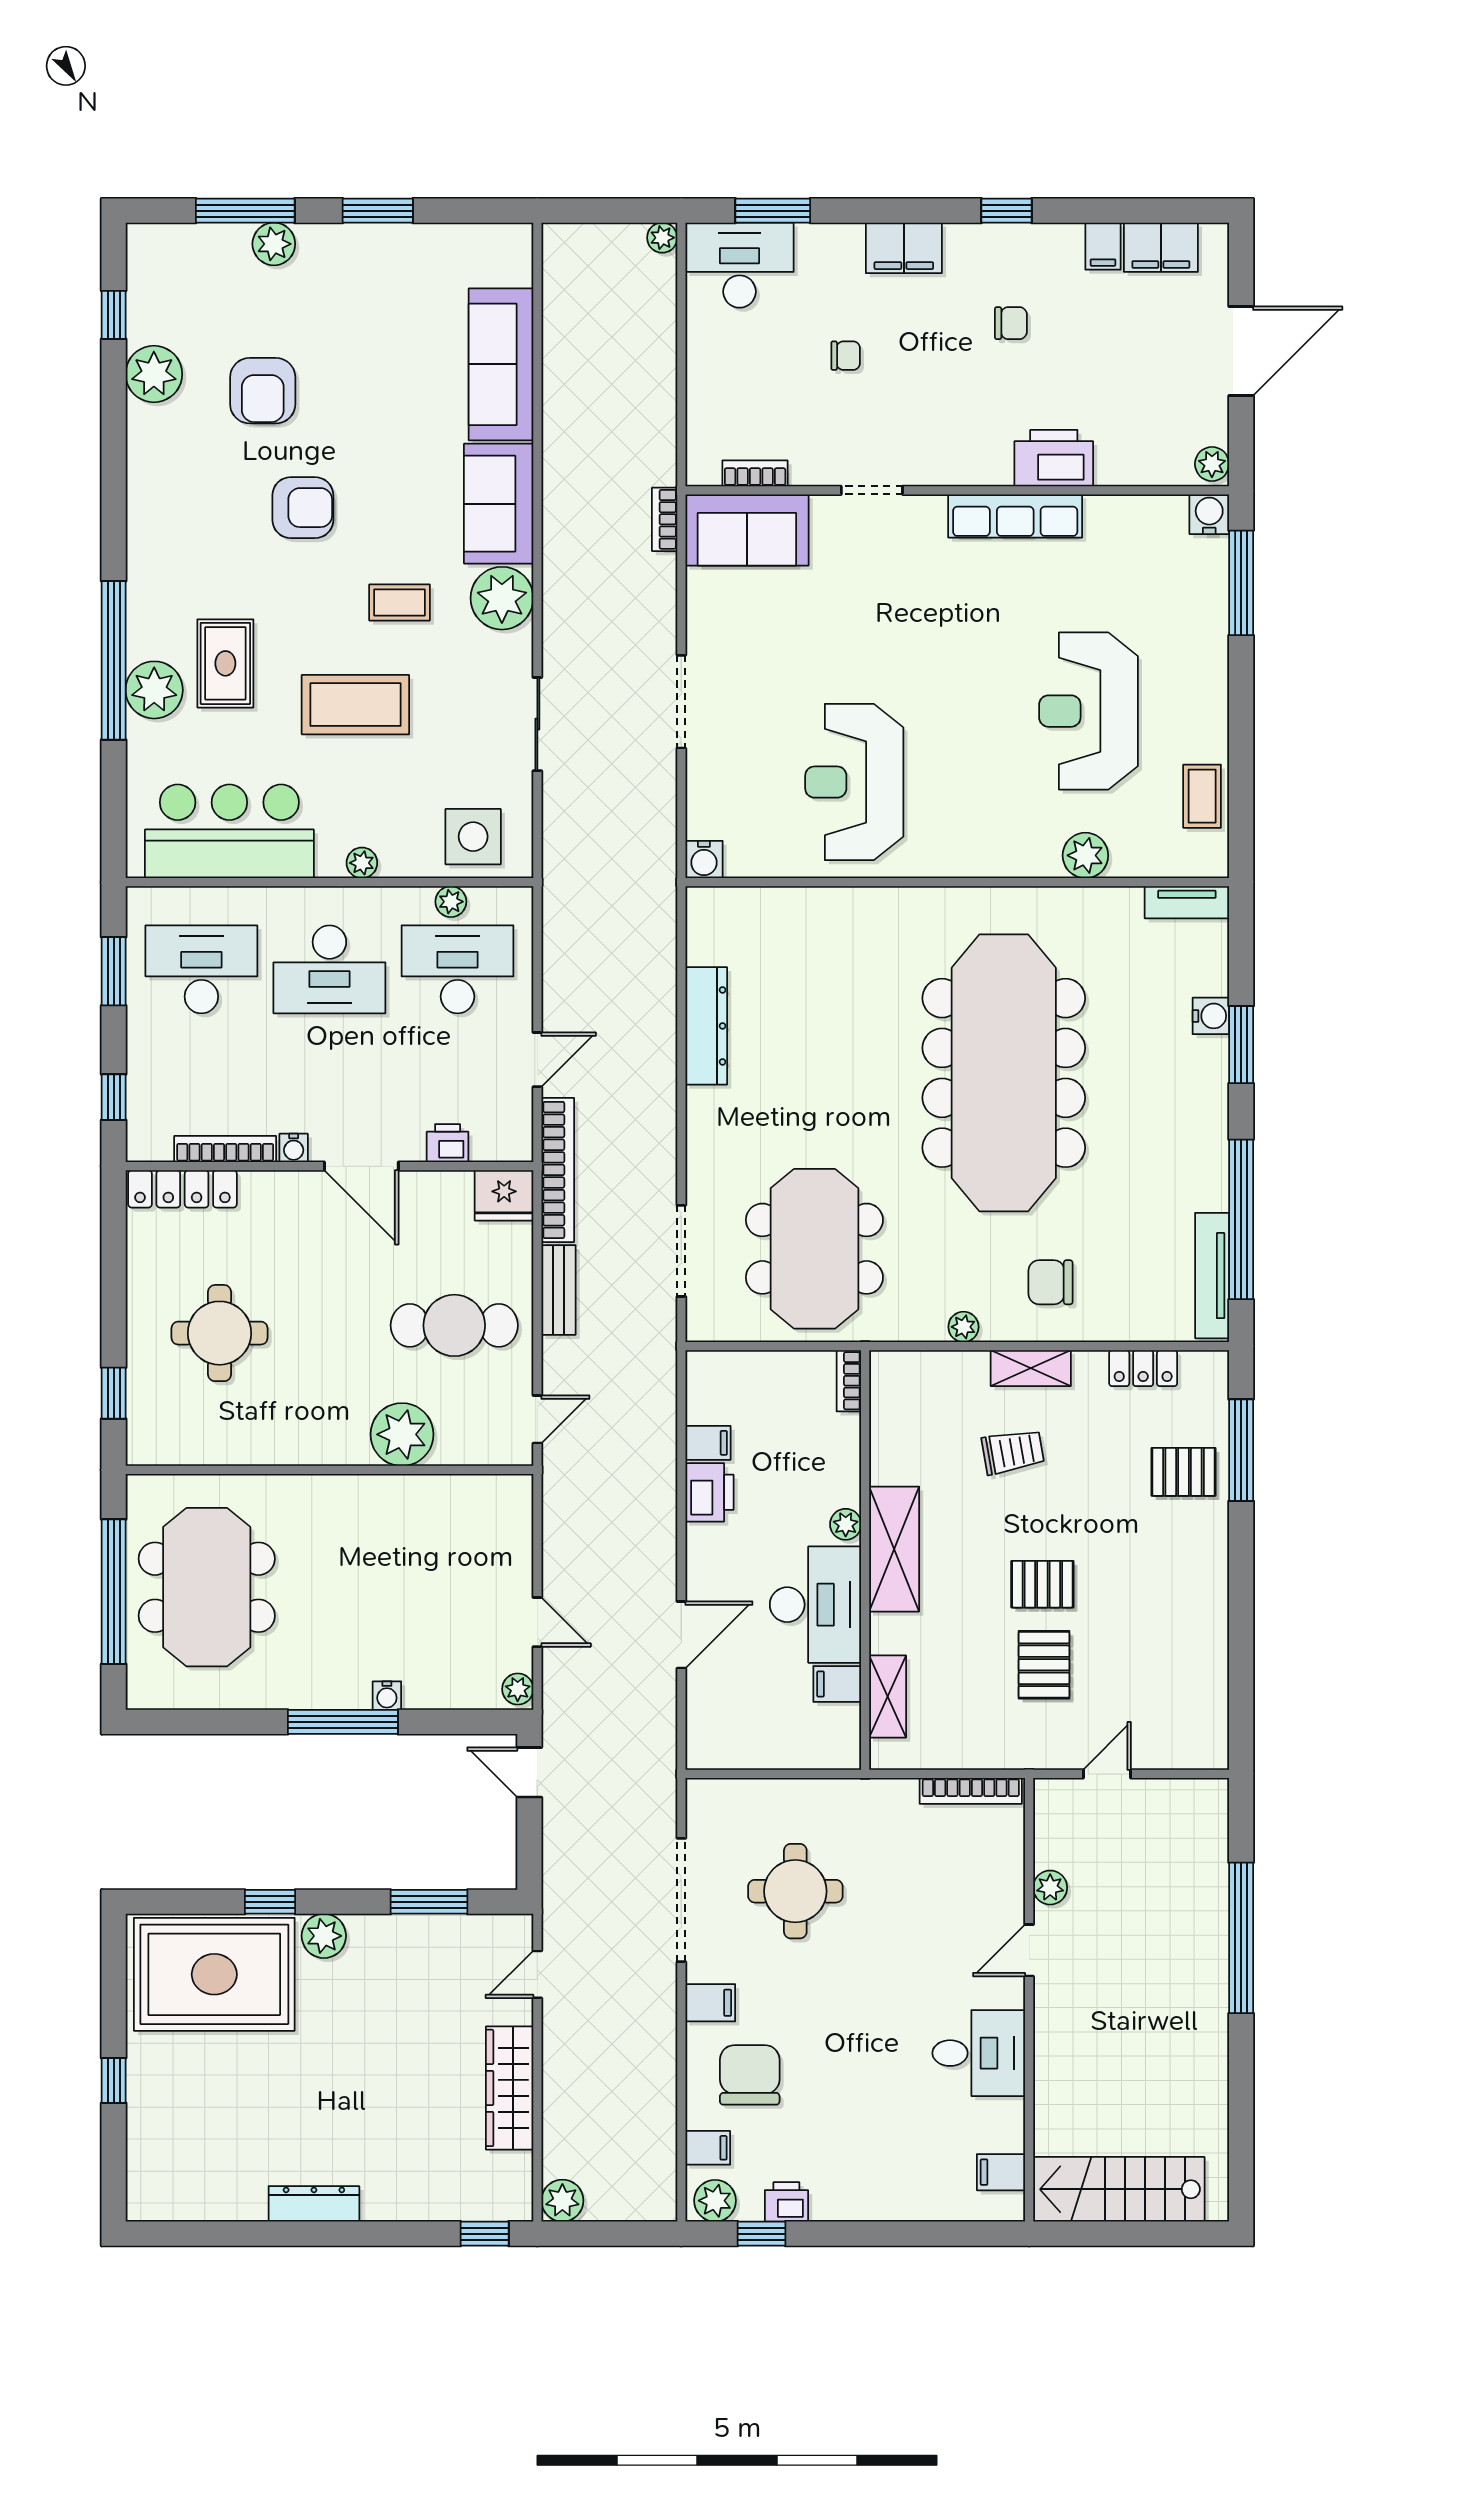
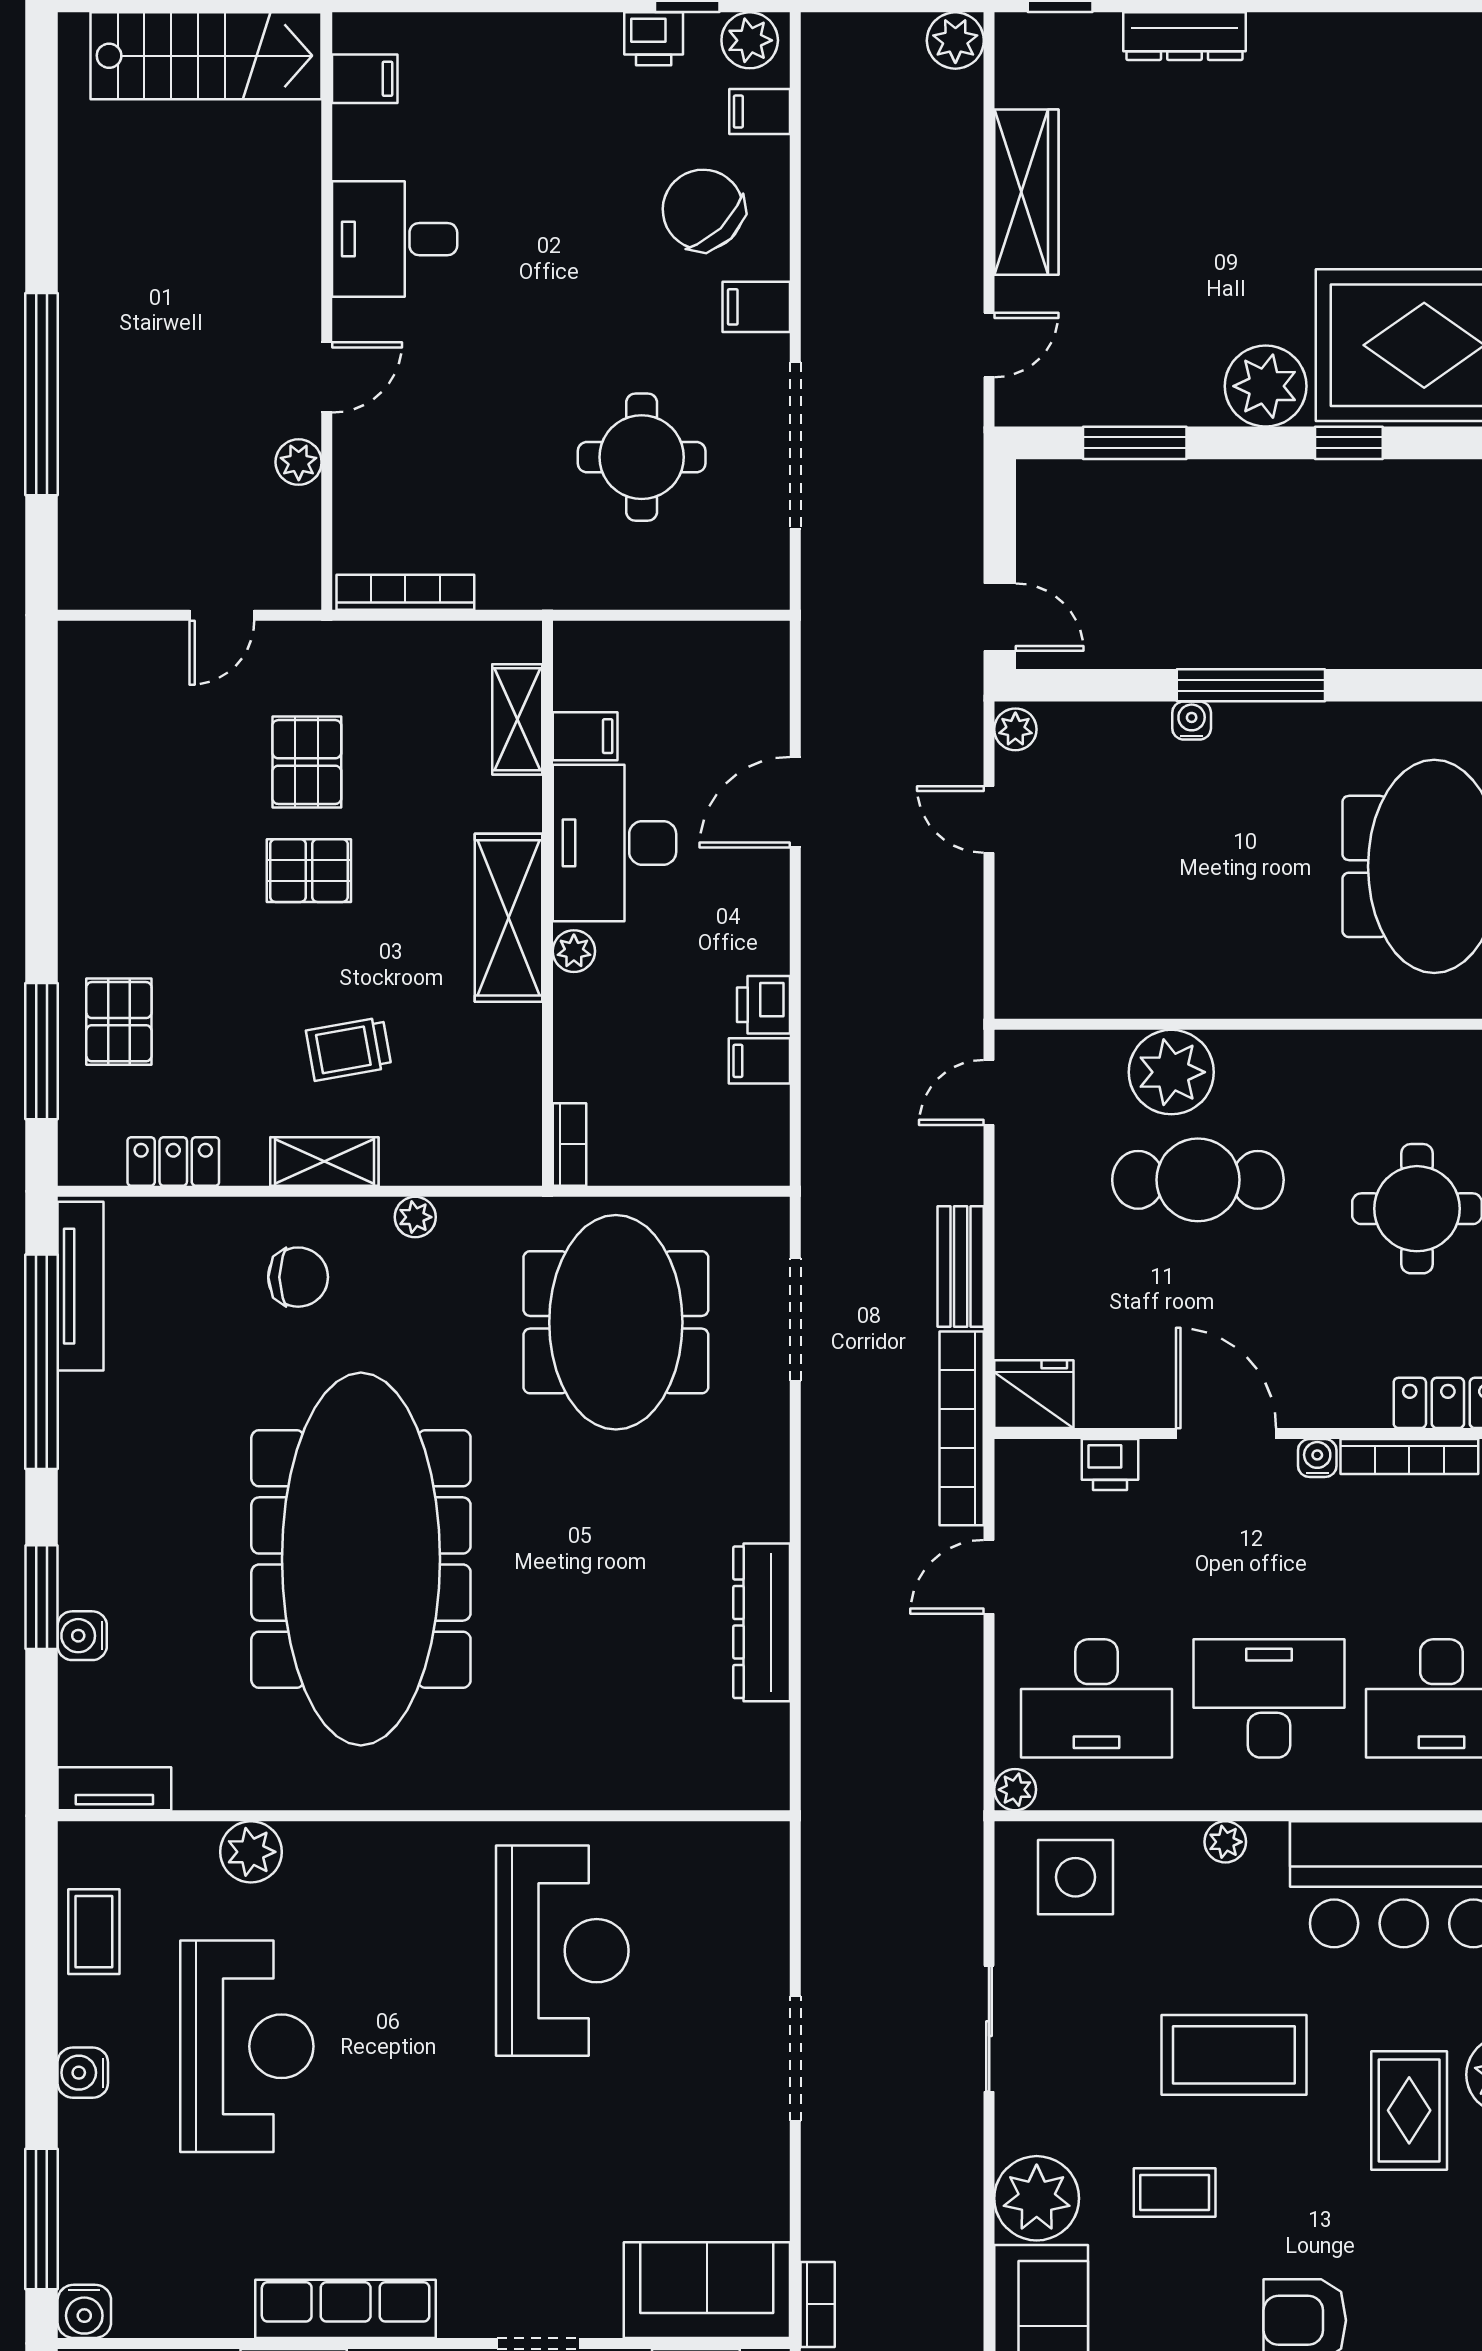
water cooler: (704, 860) -> (83, 2073), moved, turned -90
plant: (451, 902) -> (1015, 1790), moved
cafe table: (454, 1325) -> (1198, 1180), moved
pallet: (1184, 1472) -> (119, 1022), turned 90
printer: (709, 1492) -> (764, 1005), width x0.73, depth x0.81
plant: (324, 1936) -> (1266, 386), width x1.36, depth x1.36
chair: (750, 2075) -> (703, 210), turned 136
dresser: (314, 2204) -> (1184, 36), moved

